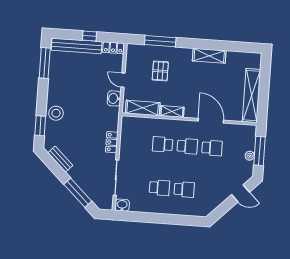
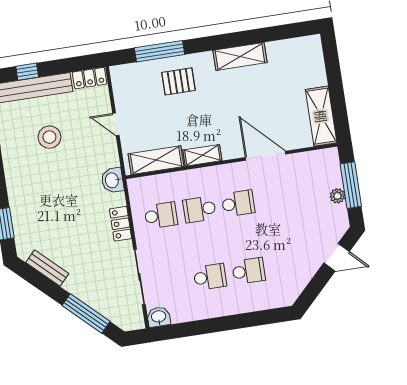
window: (90, 36) -> (27, 72), moved
pallet: (160, 71) -> (178, 81), moved, turned 90
shelving: (252, 96) -> (321, 116), width x0.68
washbasin: (114, 98) -> (112, 180), moved
stool: (56, 113) -> (49, 137), moved
school desk: (212, 148) -> (161, 215), moved

